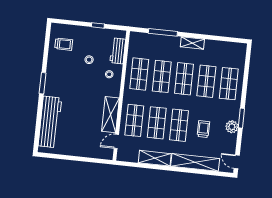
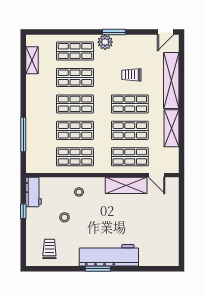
shelving: (192, 43) -> (32, 60), moved
workbench: (118, 51) -> (34, 192), moved, turned -90
workbench: (50, 122) -> (109, 255), moved
plant: (232, 127) -> (105, 42), moved

